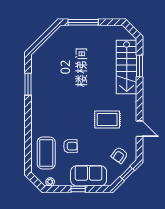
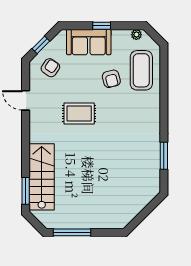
window: (83, 22) -> (72, 232), moved
window: (140, 66) -> (26, 191), moved
rug: (107, 120) -> (79, 114), moved
armchair: (70, 146) -> (111, 79), turned -103

